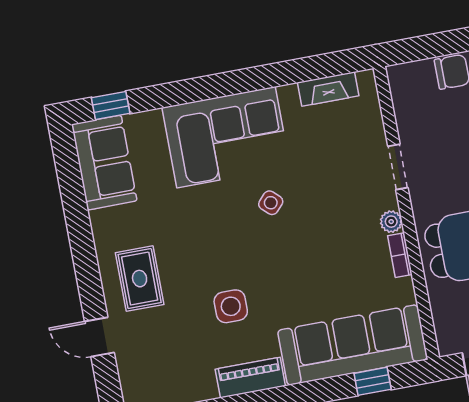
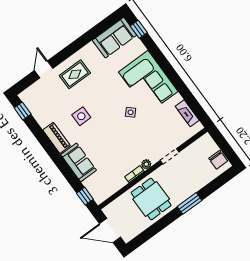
sofa: (352, 345) -> (79, 162), width x0.54, depth x0.79
window: (373, 381) -> (85, 196), moved

